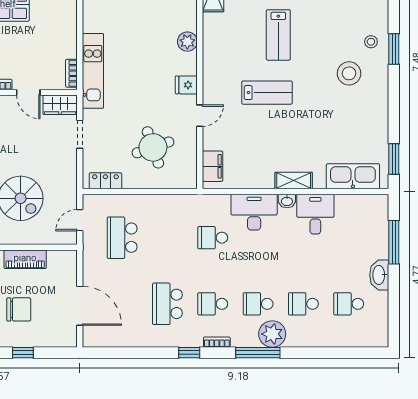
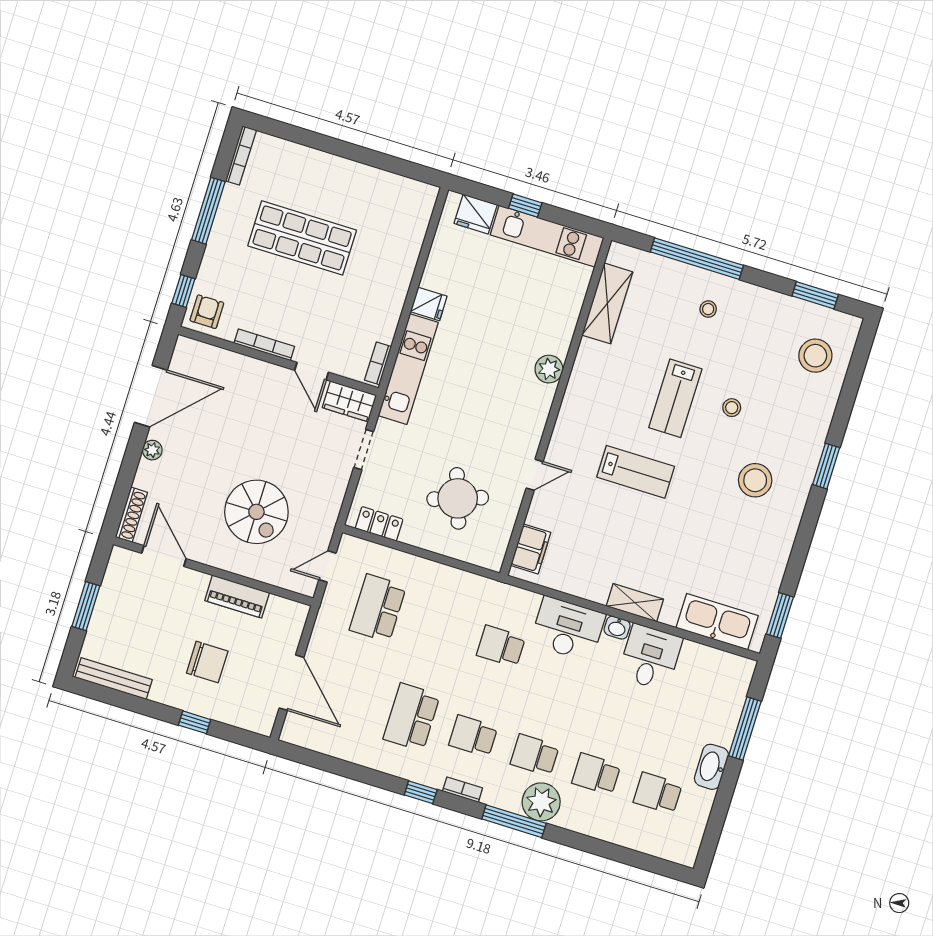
stool: (371, 42) -> (732, 408), moved
fridge: (186, 85) -> (429, 304), moved, turned 180

